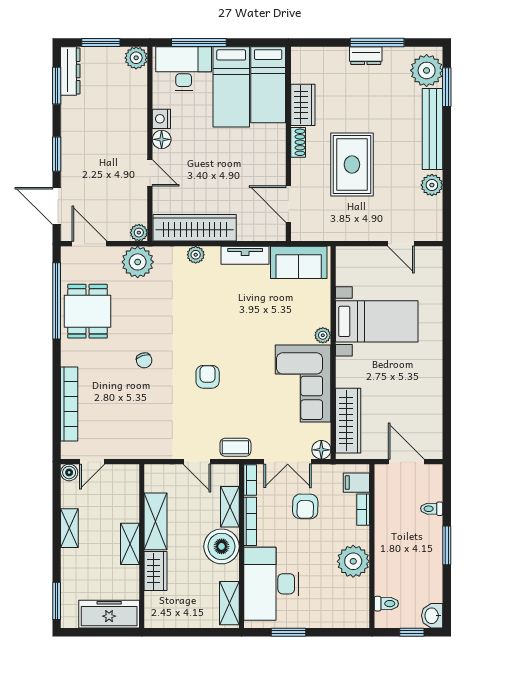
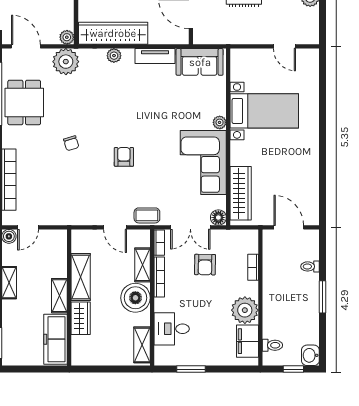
filing cabinet: (356, 483) -> (247, 341), moved, width x2.00
desk: (271, 584) -> (172, 329), width x0.53, depth x0.77
freezer: (109, 614) -> (56, 339), moved, turned -90

